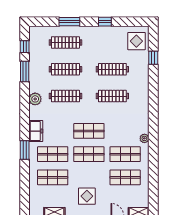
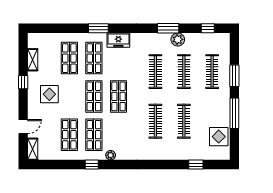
window: (105, 22) -> (234, 113), width x2.17
display table: (136, 41) -> (219, 137), moved
window: (25, 72) -> (168, 28), moved
plant: (35, 99) -> (178, 39), moved
window: (153, 156) -> (92, 165), added

